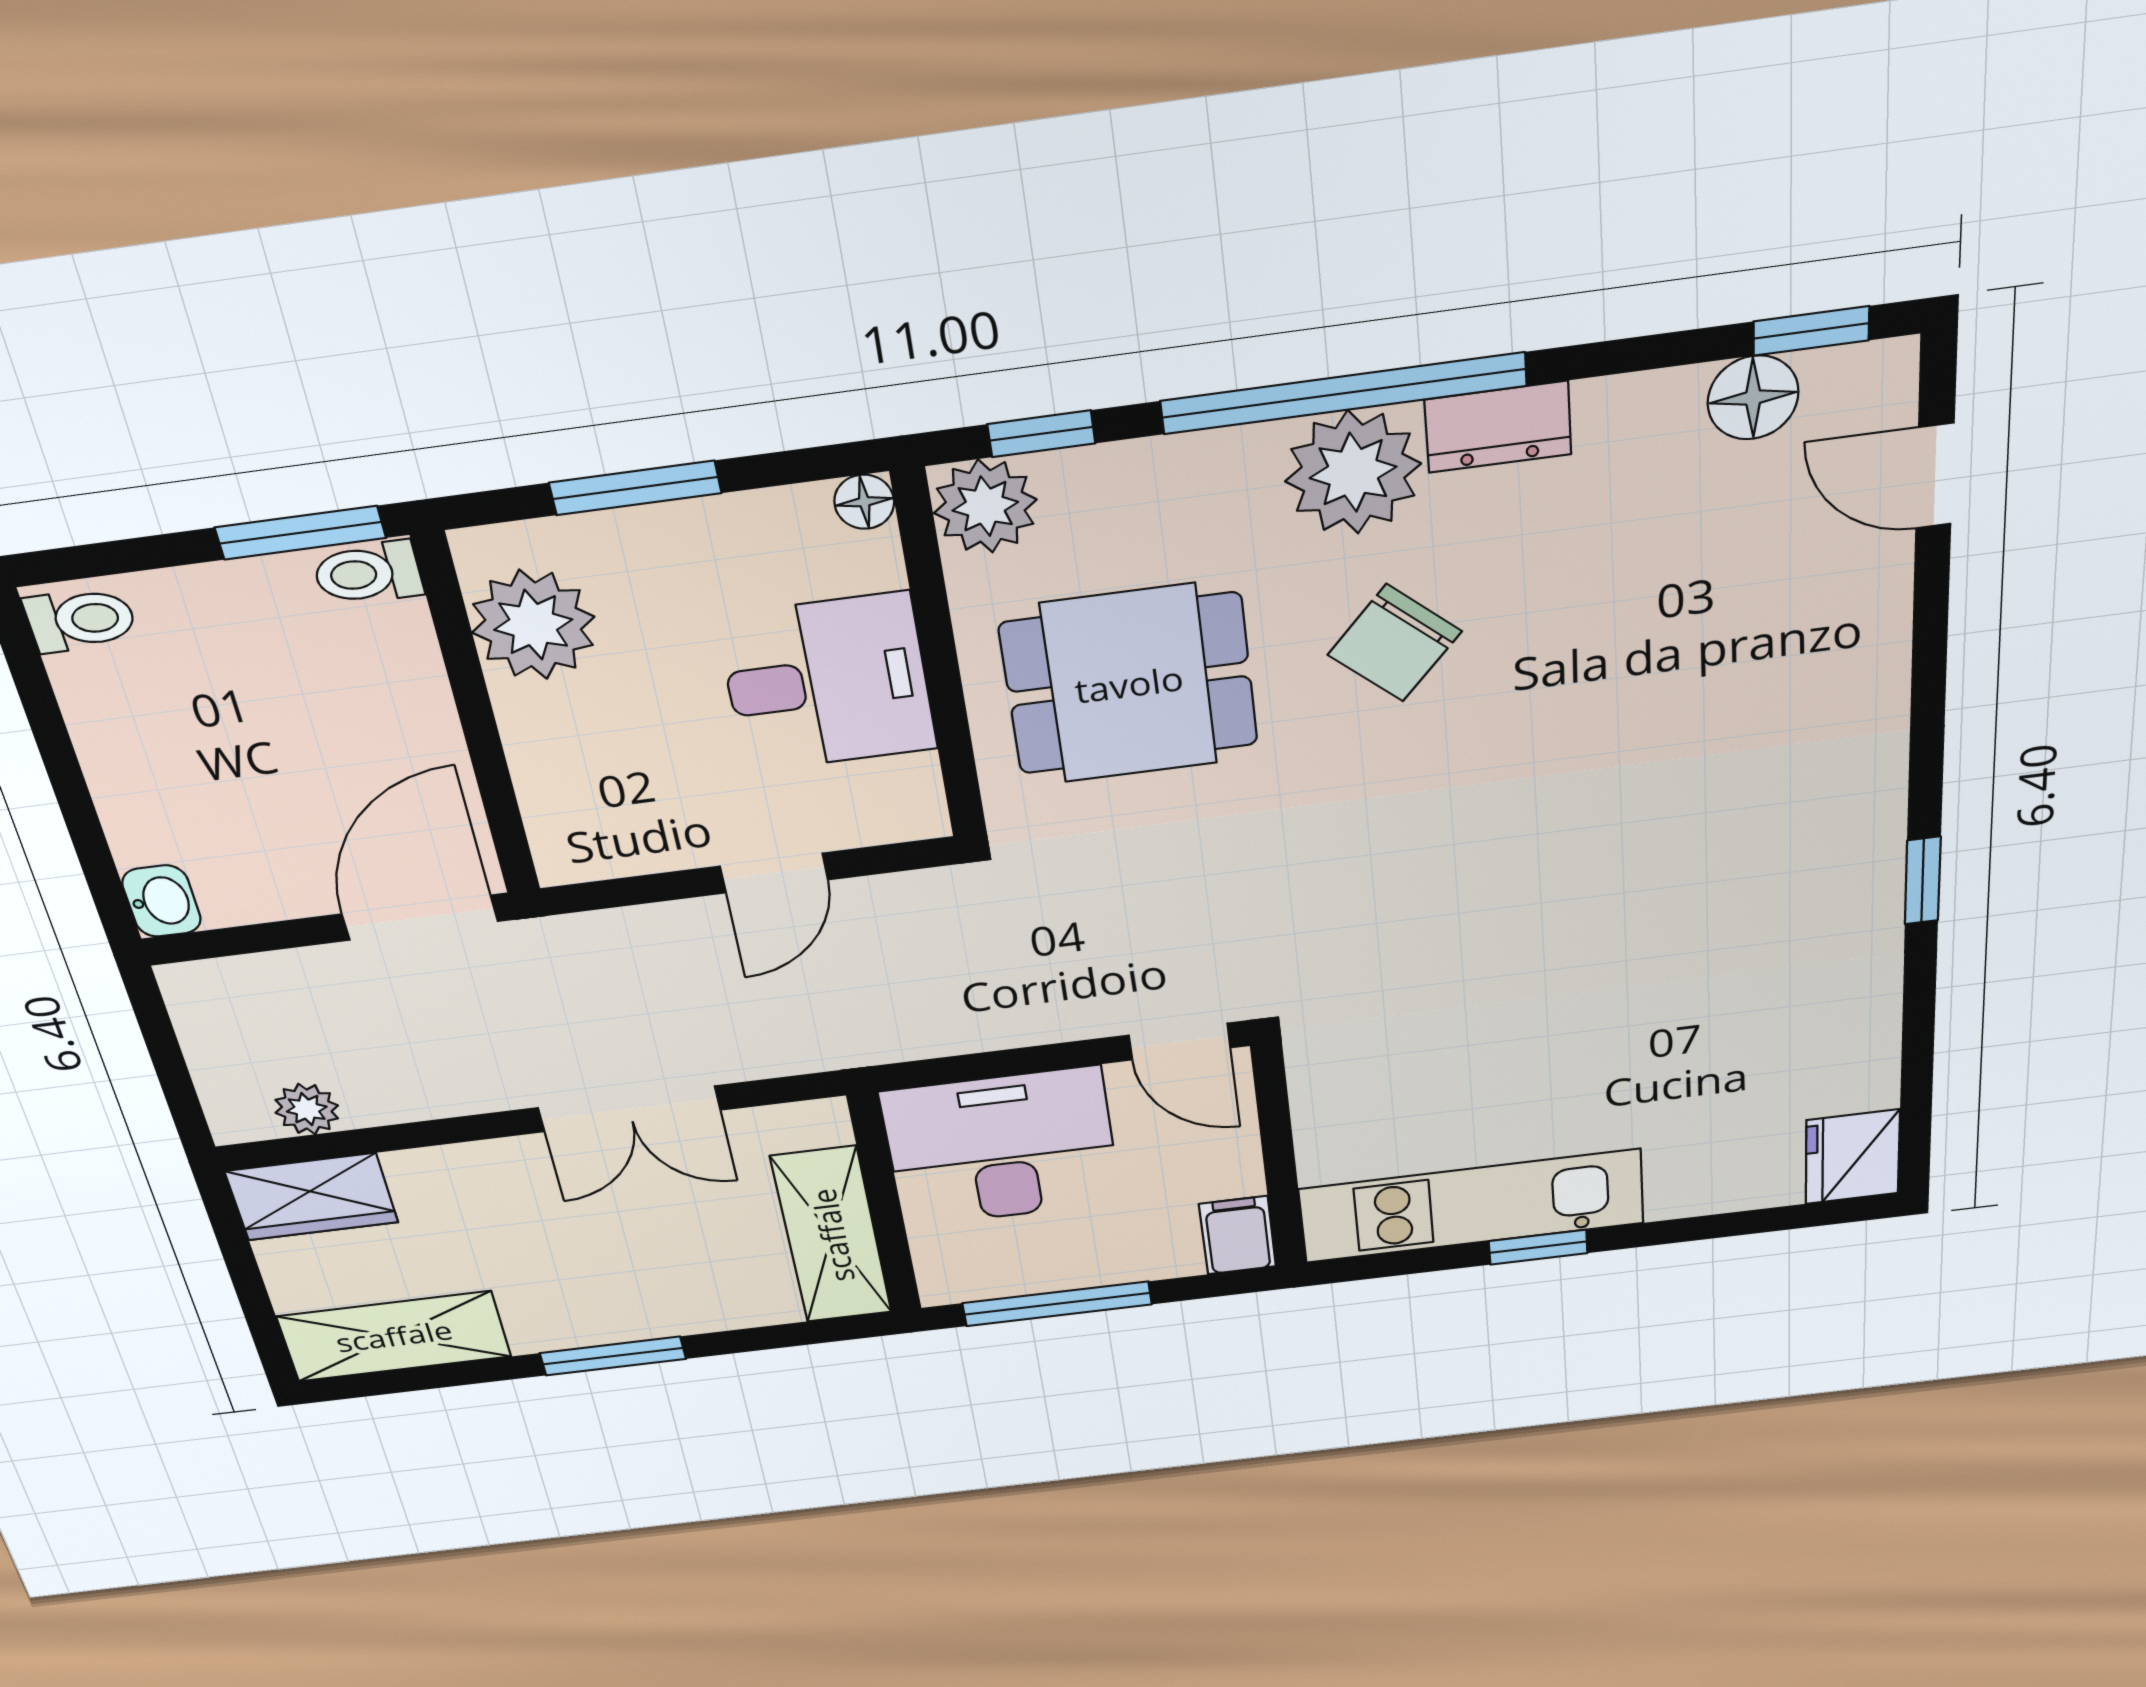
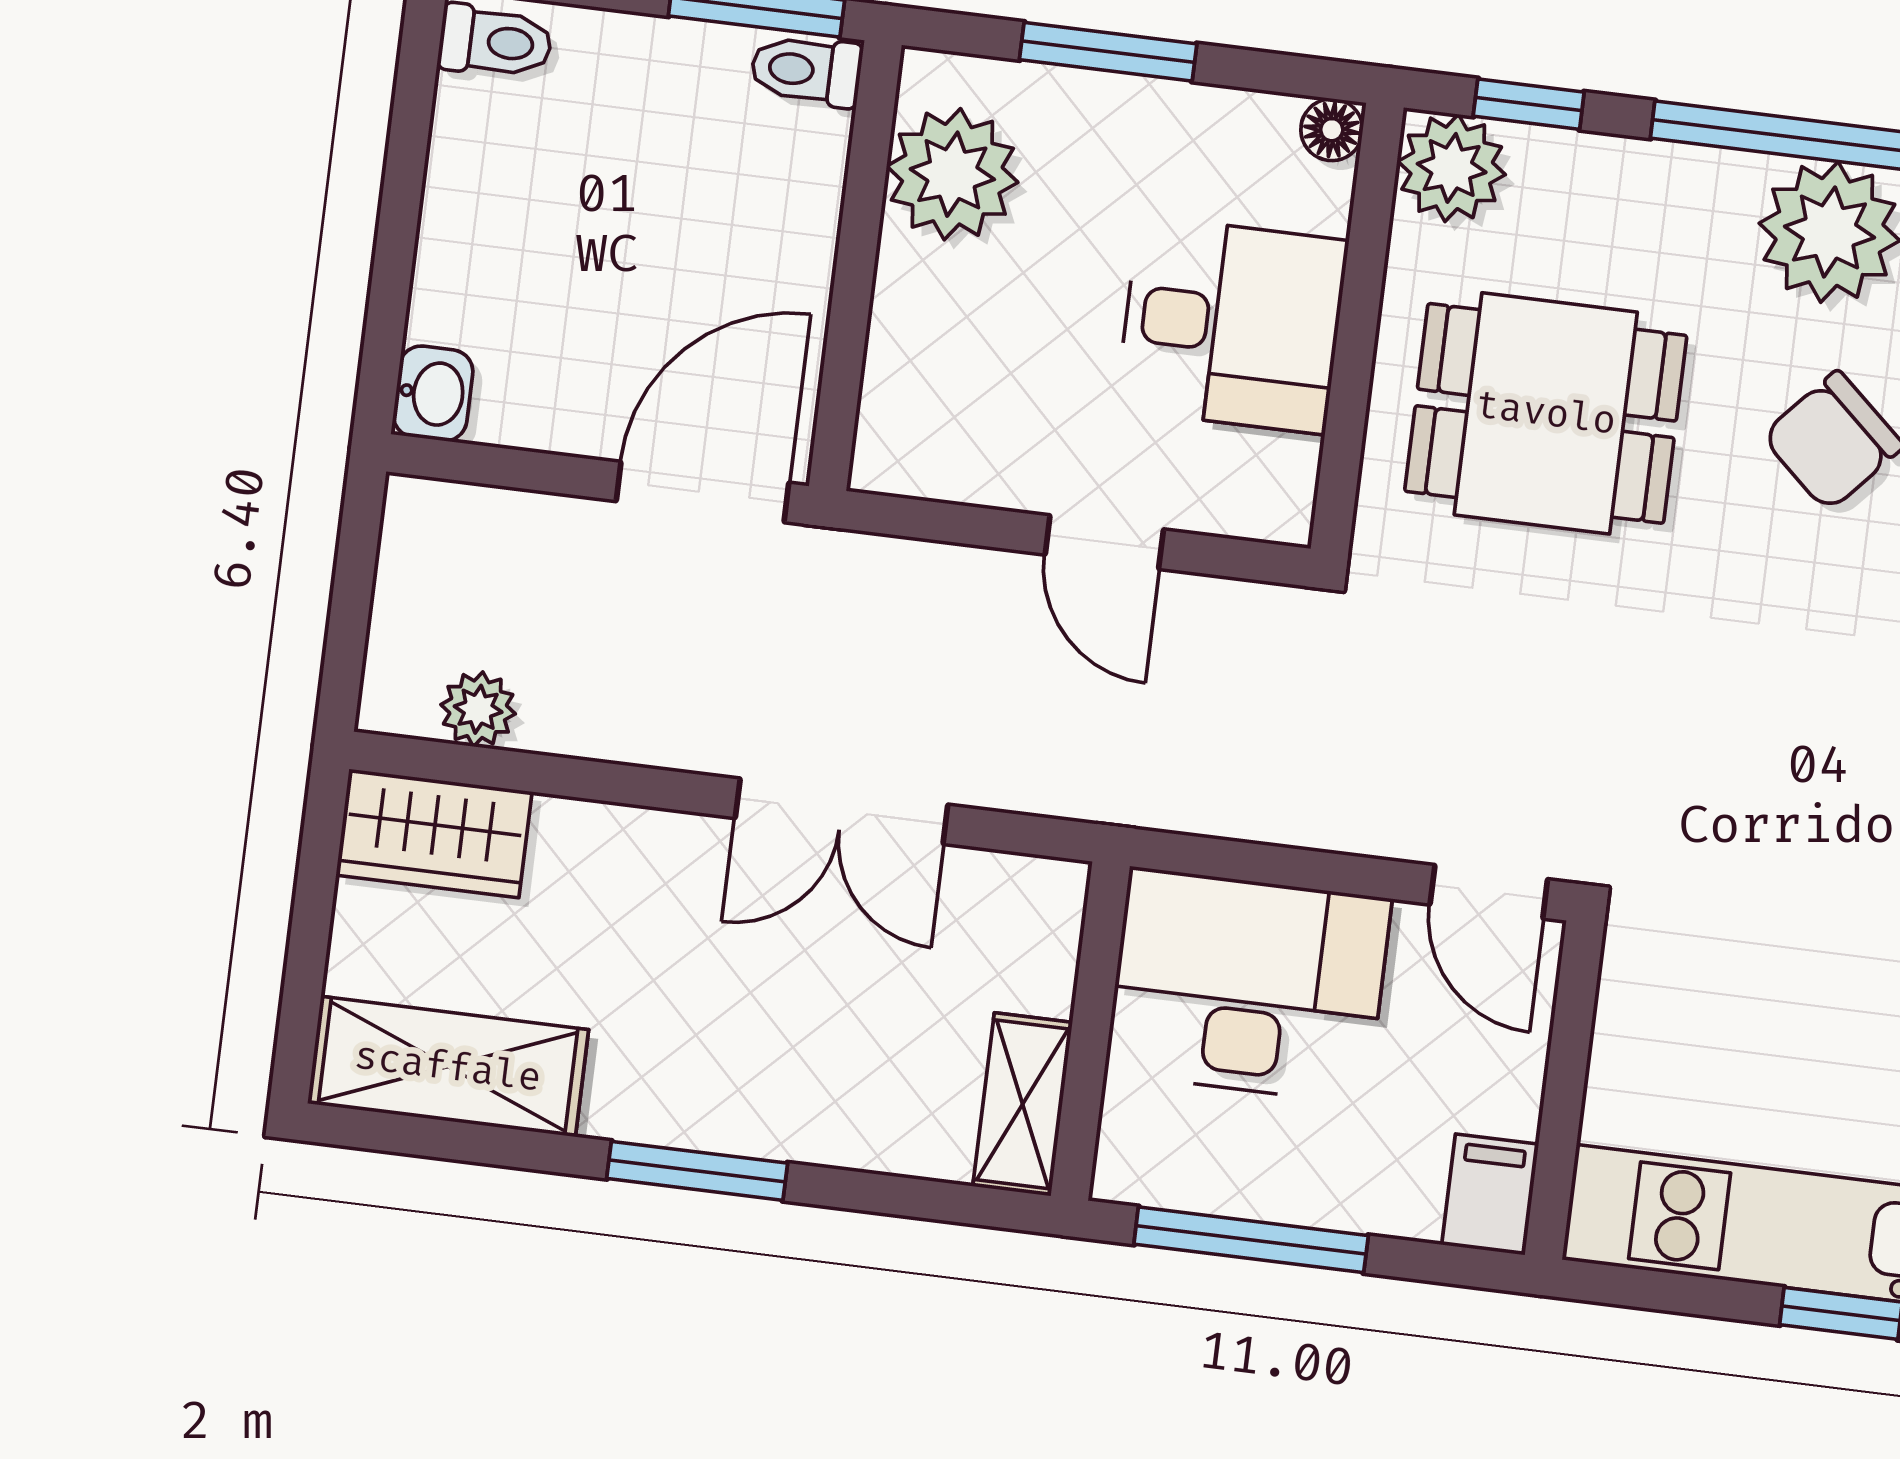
door: (774, 873) -> (1104, 542), hinge flipped
shelving: (832, 1235) -> (1023, 1104), width x0.67, depth x0.75

